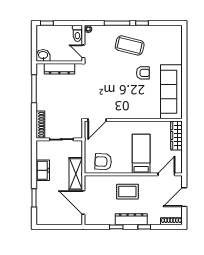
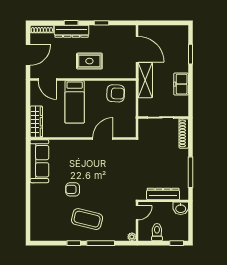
toilet: (77, 33) -> (157, 232), moved
door: (83, 51) -> (137, 213), hinge flipped
sofa: (171, 92) -> (39, 161), width x0.74, depth x0.79
door: (97, 120) -> (103, 139), moved
door: (166, 174) -> (47, 80), hinge flipped
dresser: (131, 219) -> (72, 31), moved

